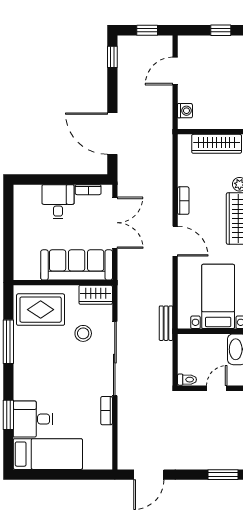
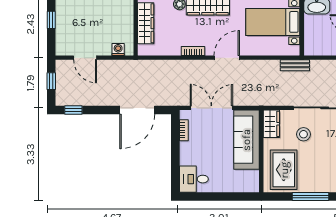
desk: (58, 202) -> (194, 179), moved

